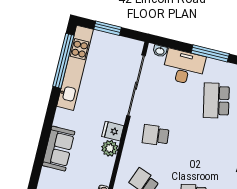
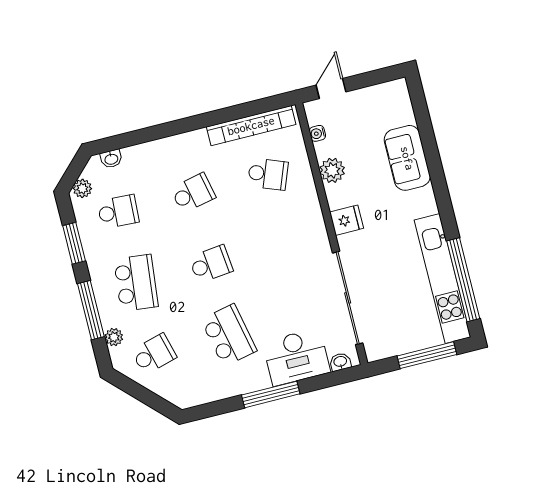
window: (108, 28) -> (427, 355), width x1.44
school desk: (156, 135) -> (211, 264), moved
plant: (110, 148) -> (332, 170), moved

